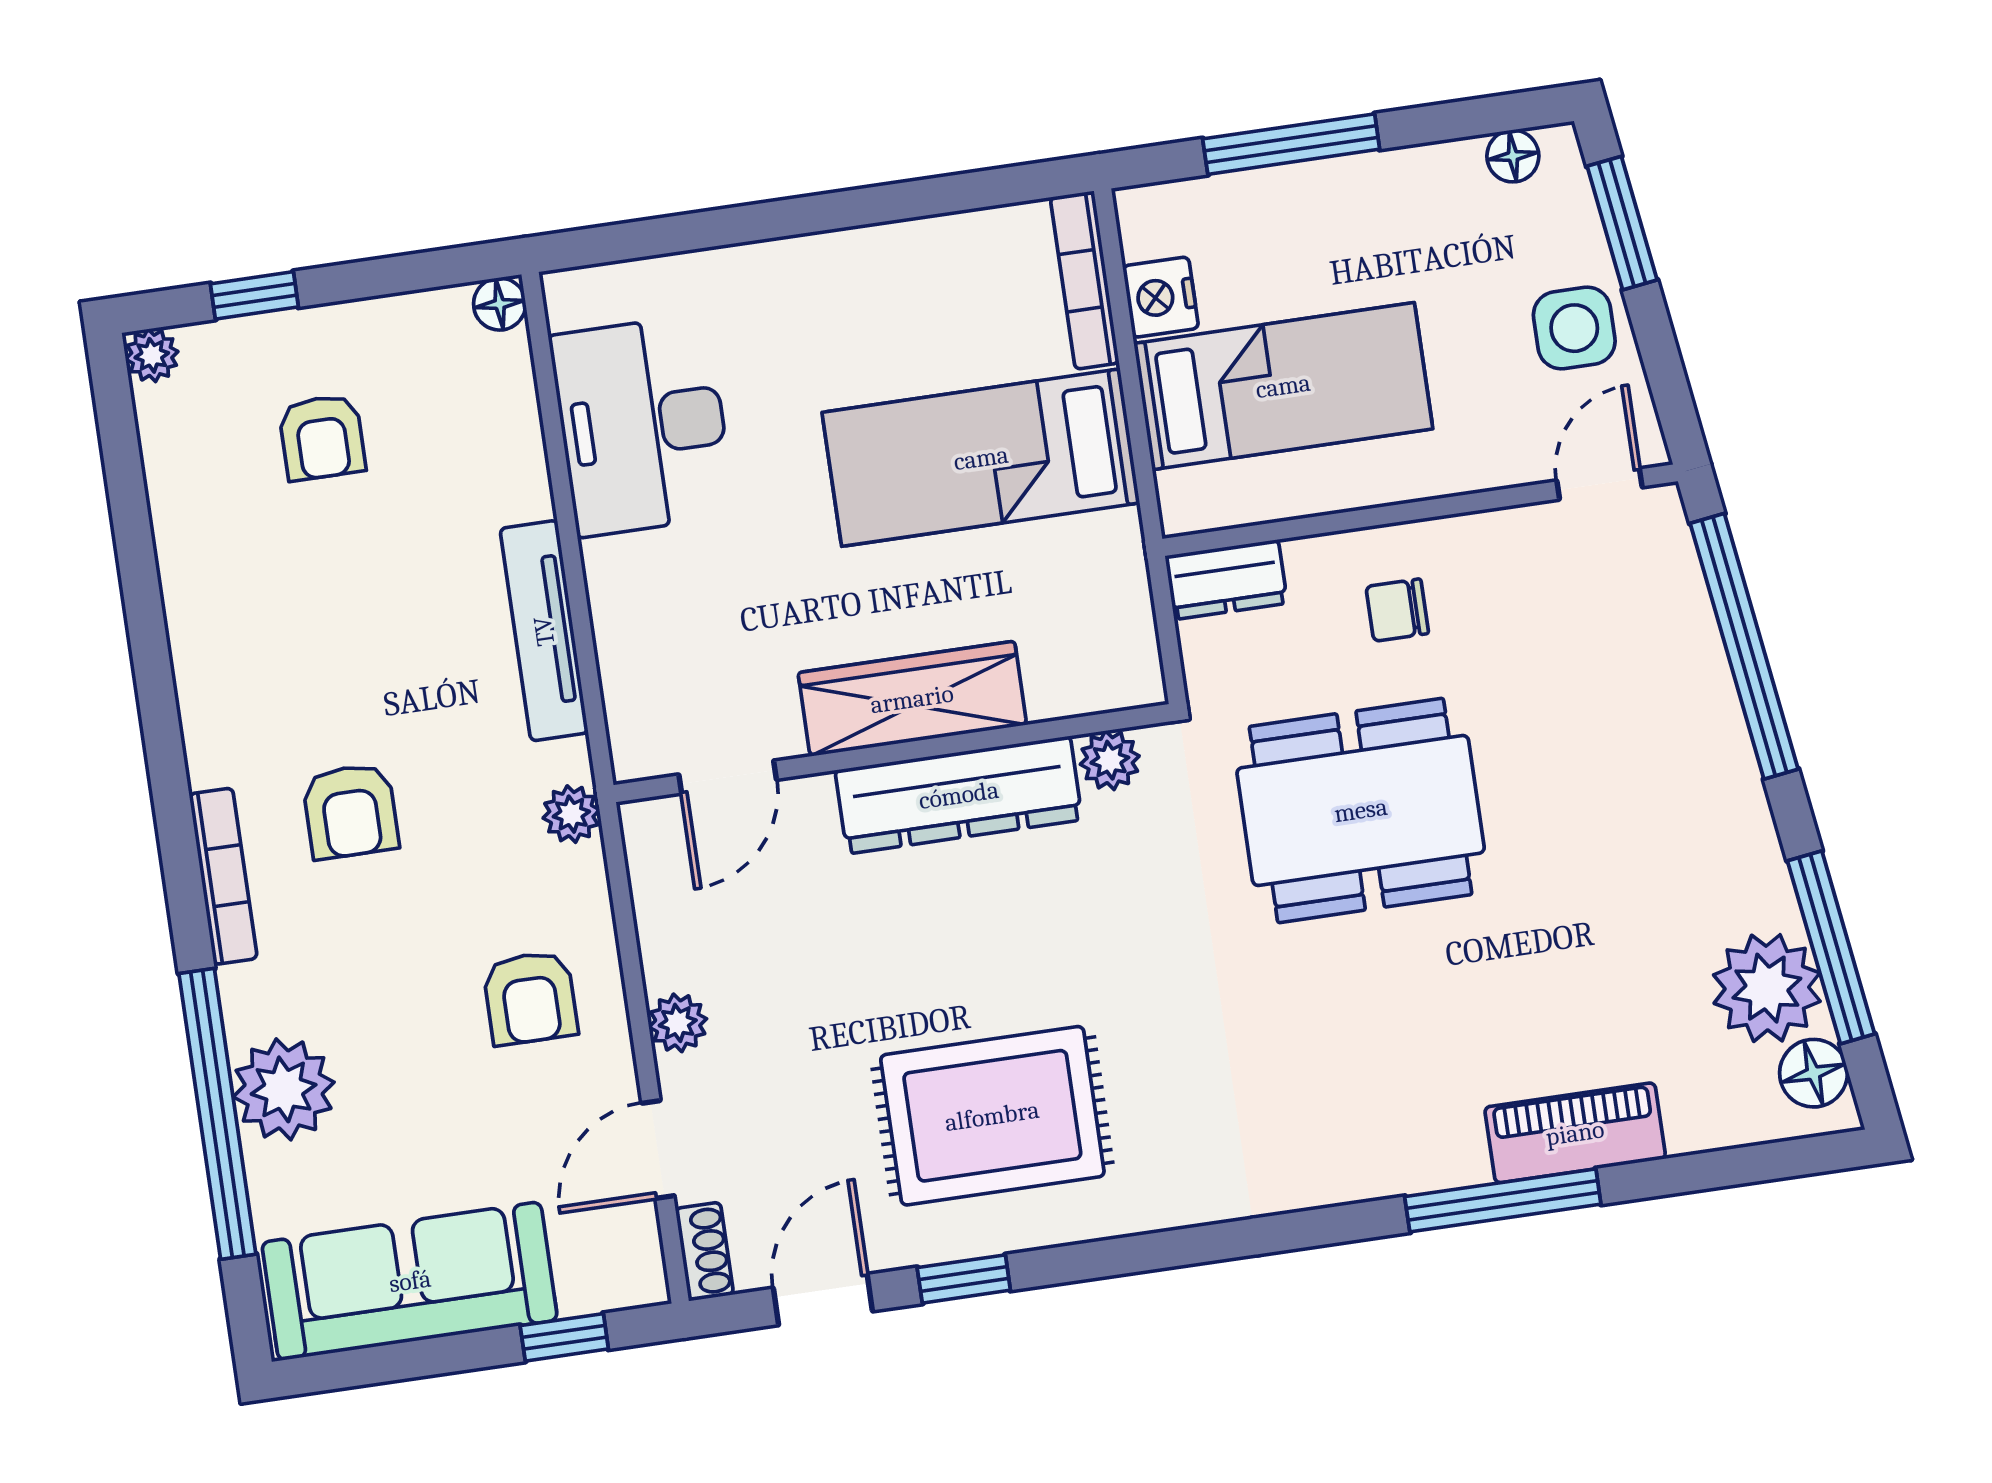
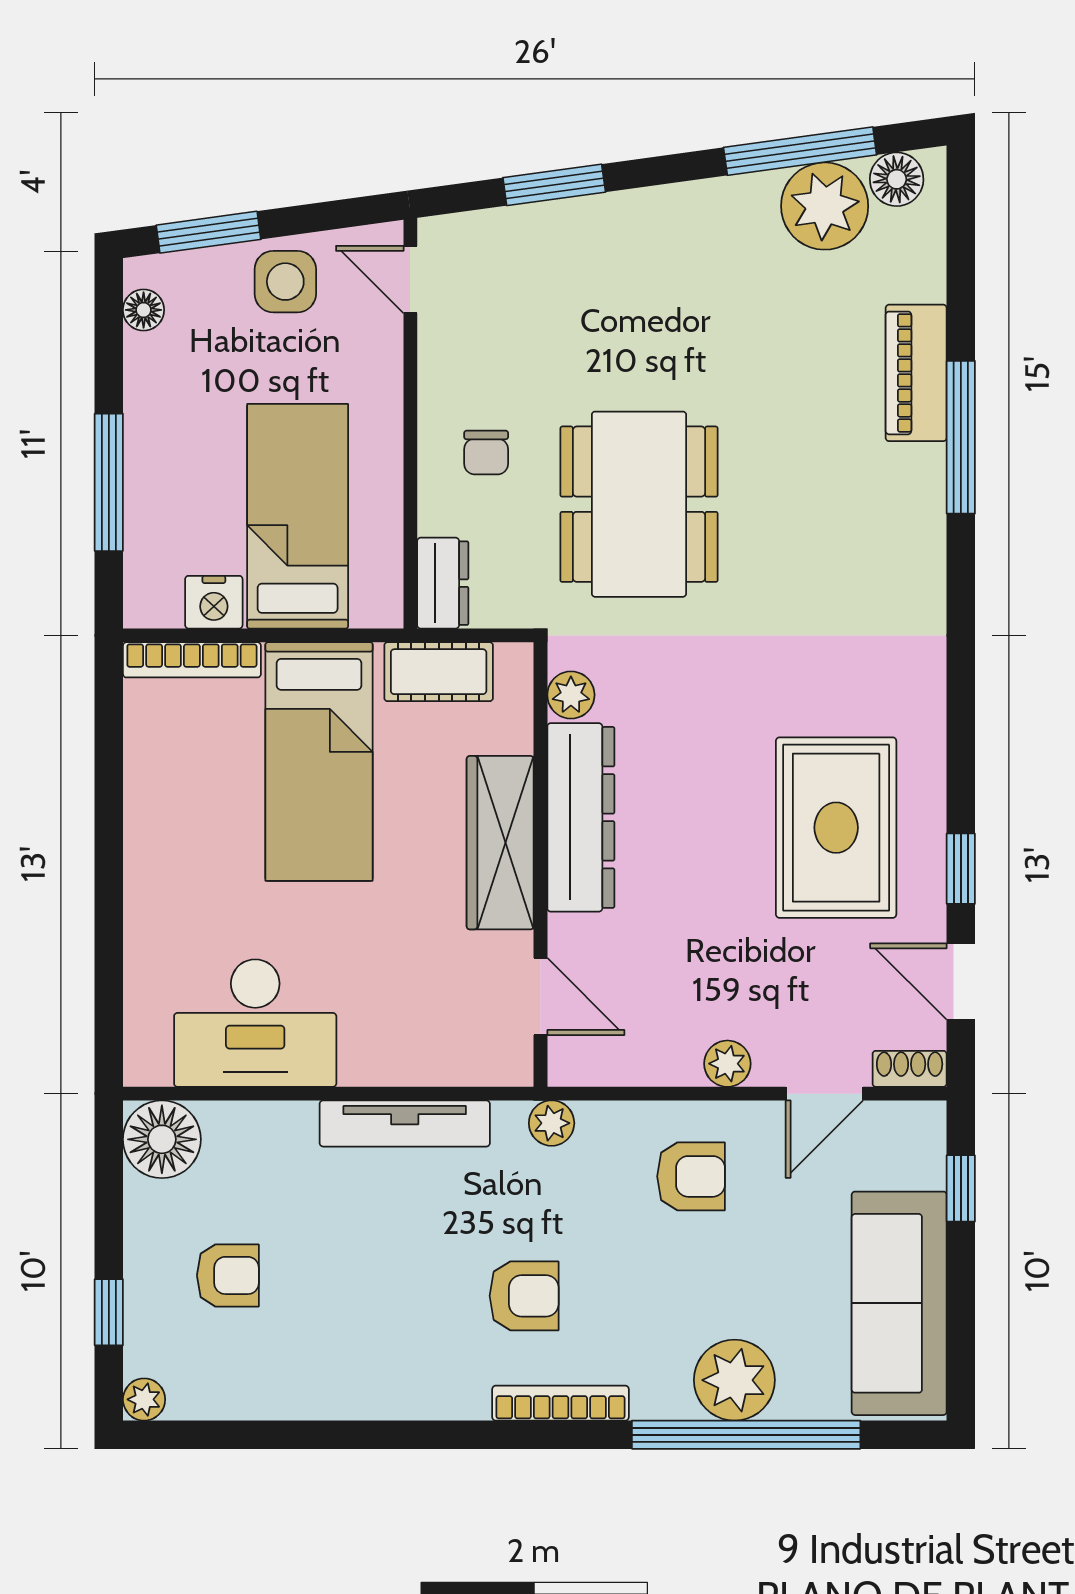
floor lamp: (500, 304) -> (162, 1139), width x1.89, depth x1.89
cot: (1115, 591) -> (439, 672), added
window: (1744, 646) -> (554, 185), width x0.47
door: (658, 1149) -> (824, 1094), hinge flipped

